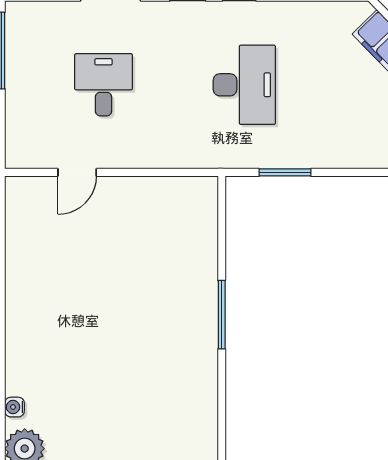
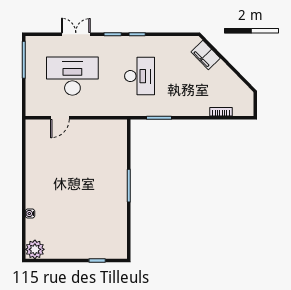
desk: (103, 85) -> (72, 76), width x1.87, depth x1.30
water cooler: (15, 407) -> (30, 214), moved

